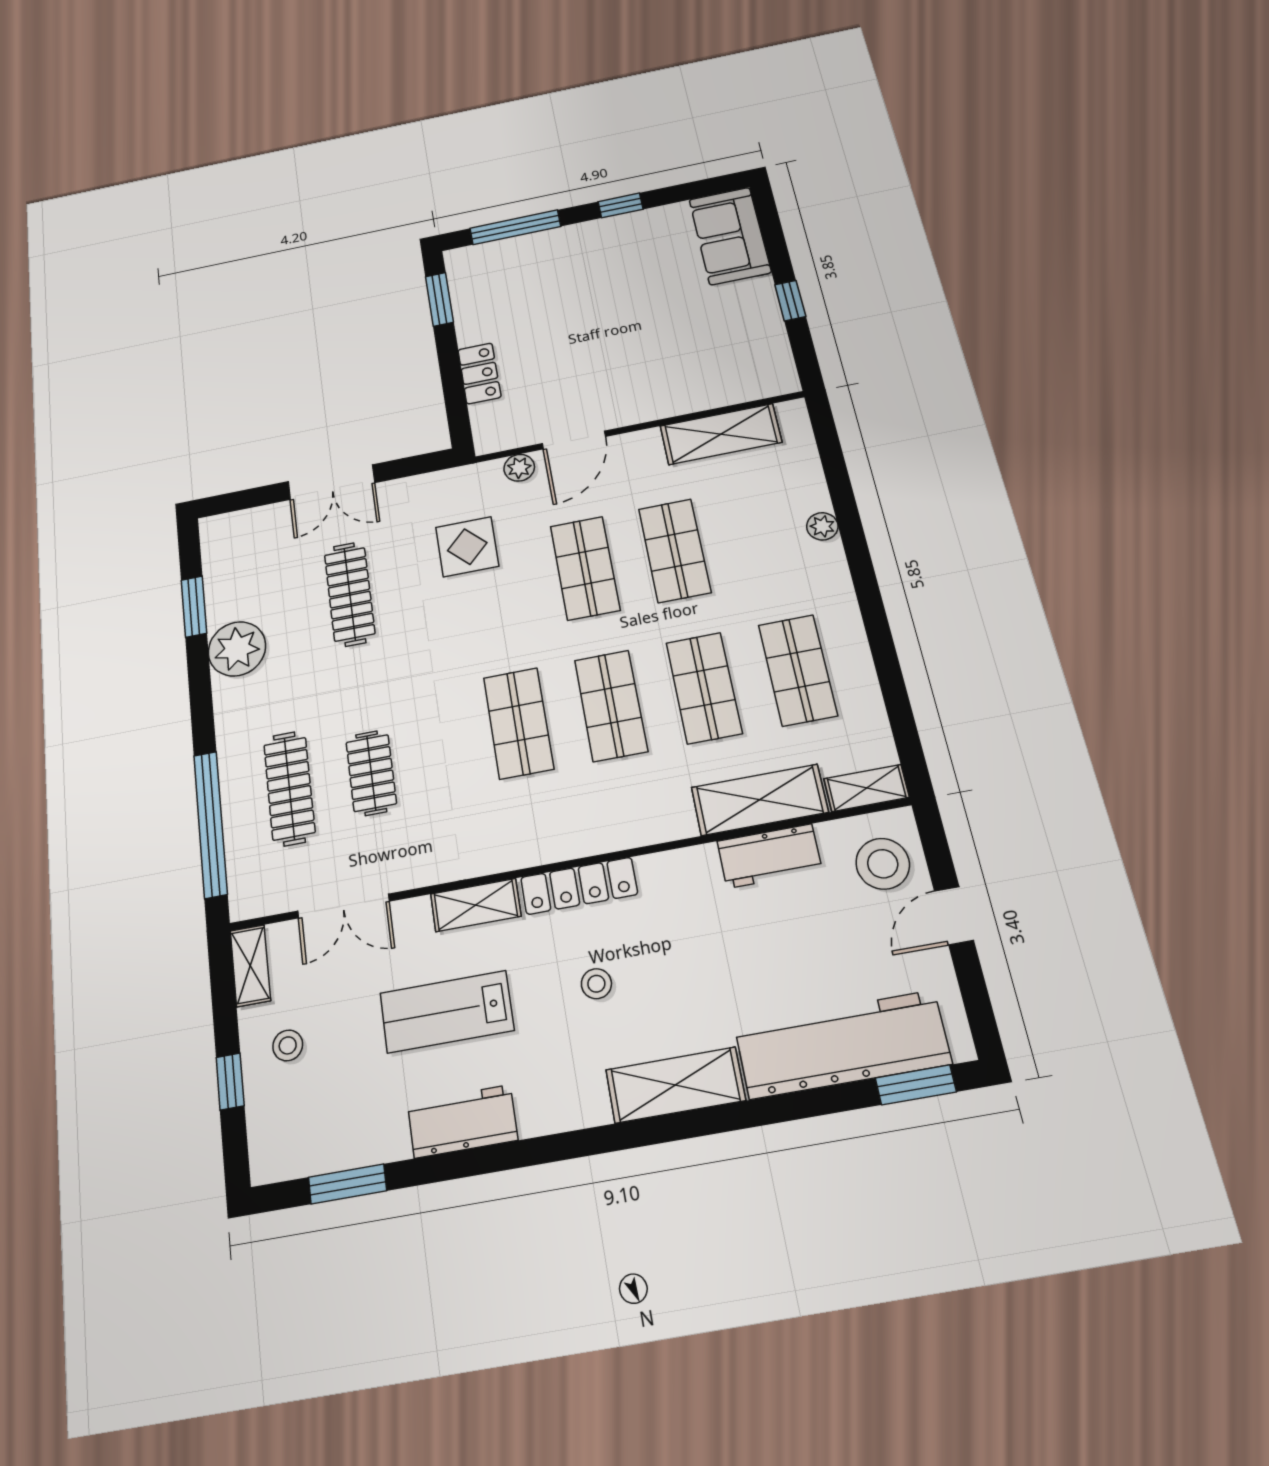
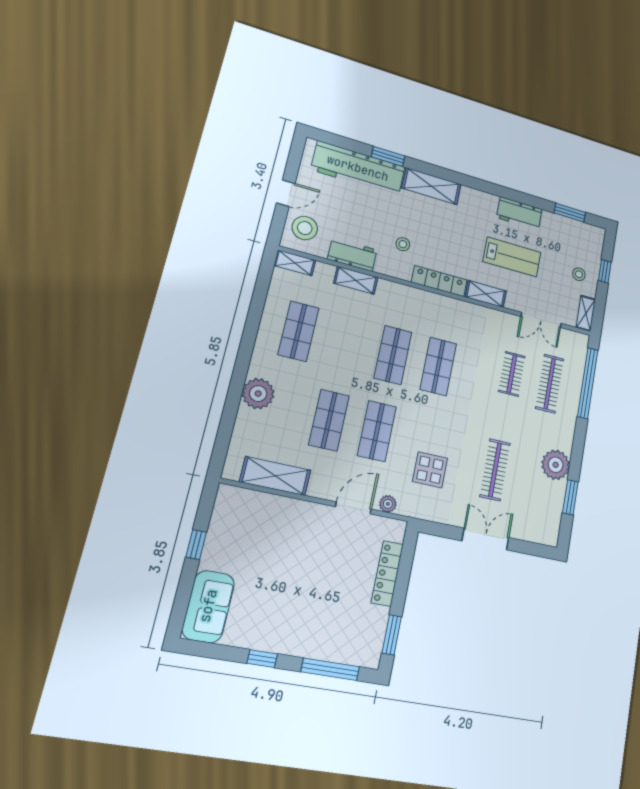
locker: (479, 373) -> (387, 573), width x1.53
plant: (822, 526) -> (258, 394), width x1.87, depth x1.87
shop shelf: (704, 688) -> (346, 343), removed
shelving: (760, 800) -> (356, 280), width x0.67, depth x0.75
double door: (343, 906) -> (541, 320), swing flipped
stool: (596, 984) -> (403, 244), moved
window: (916, 1085) -> (388, 156), moved

